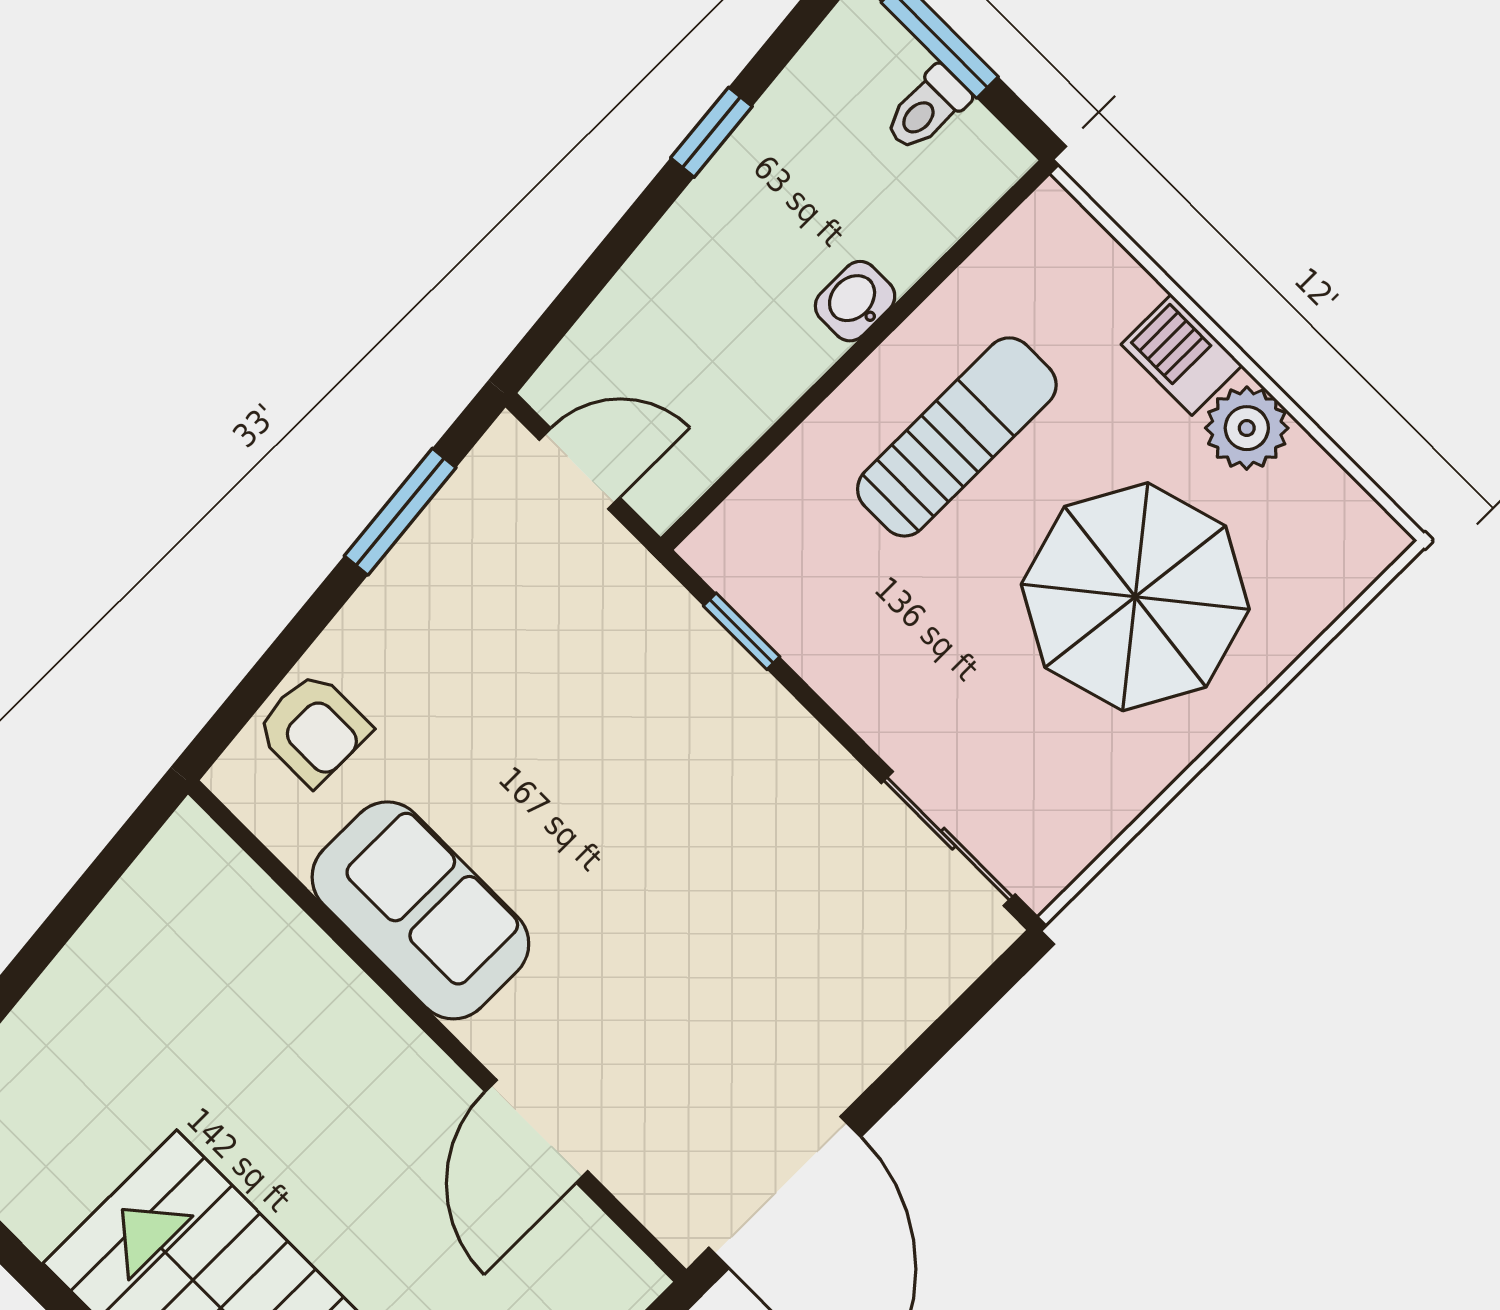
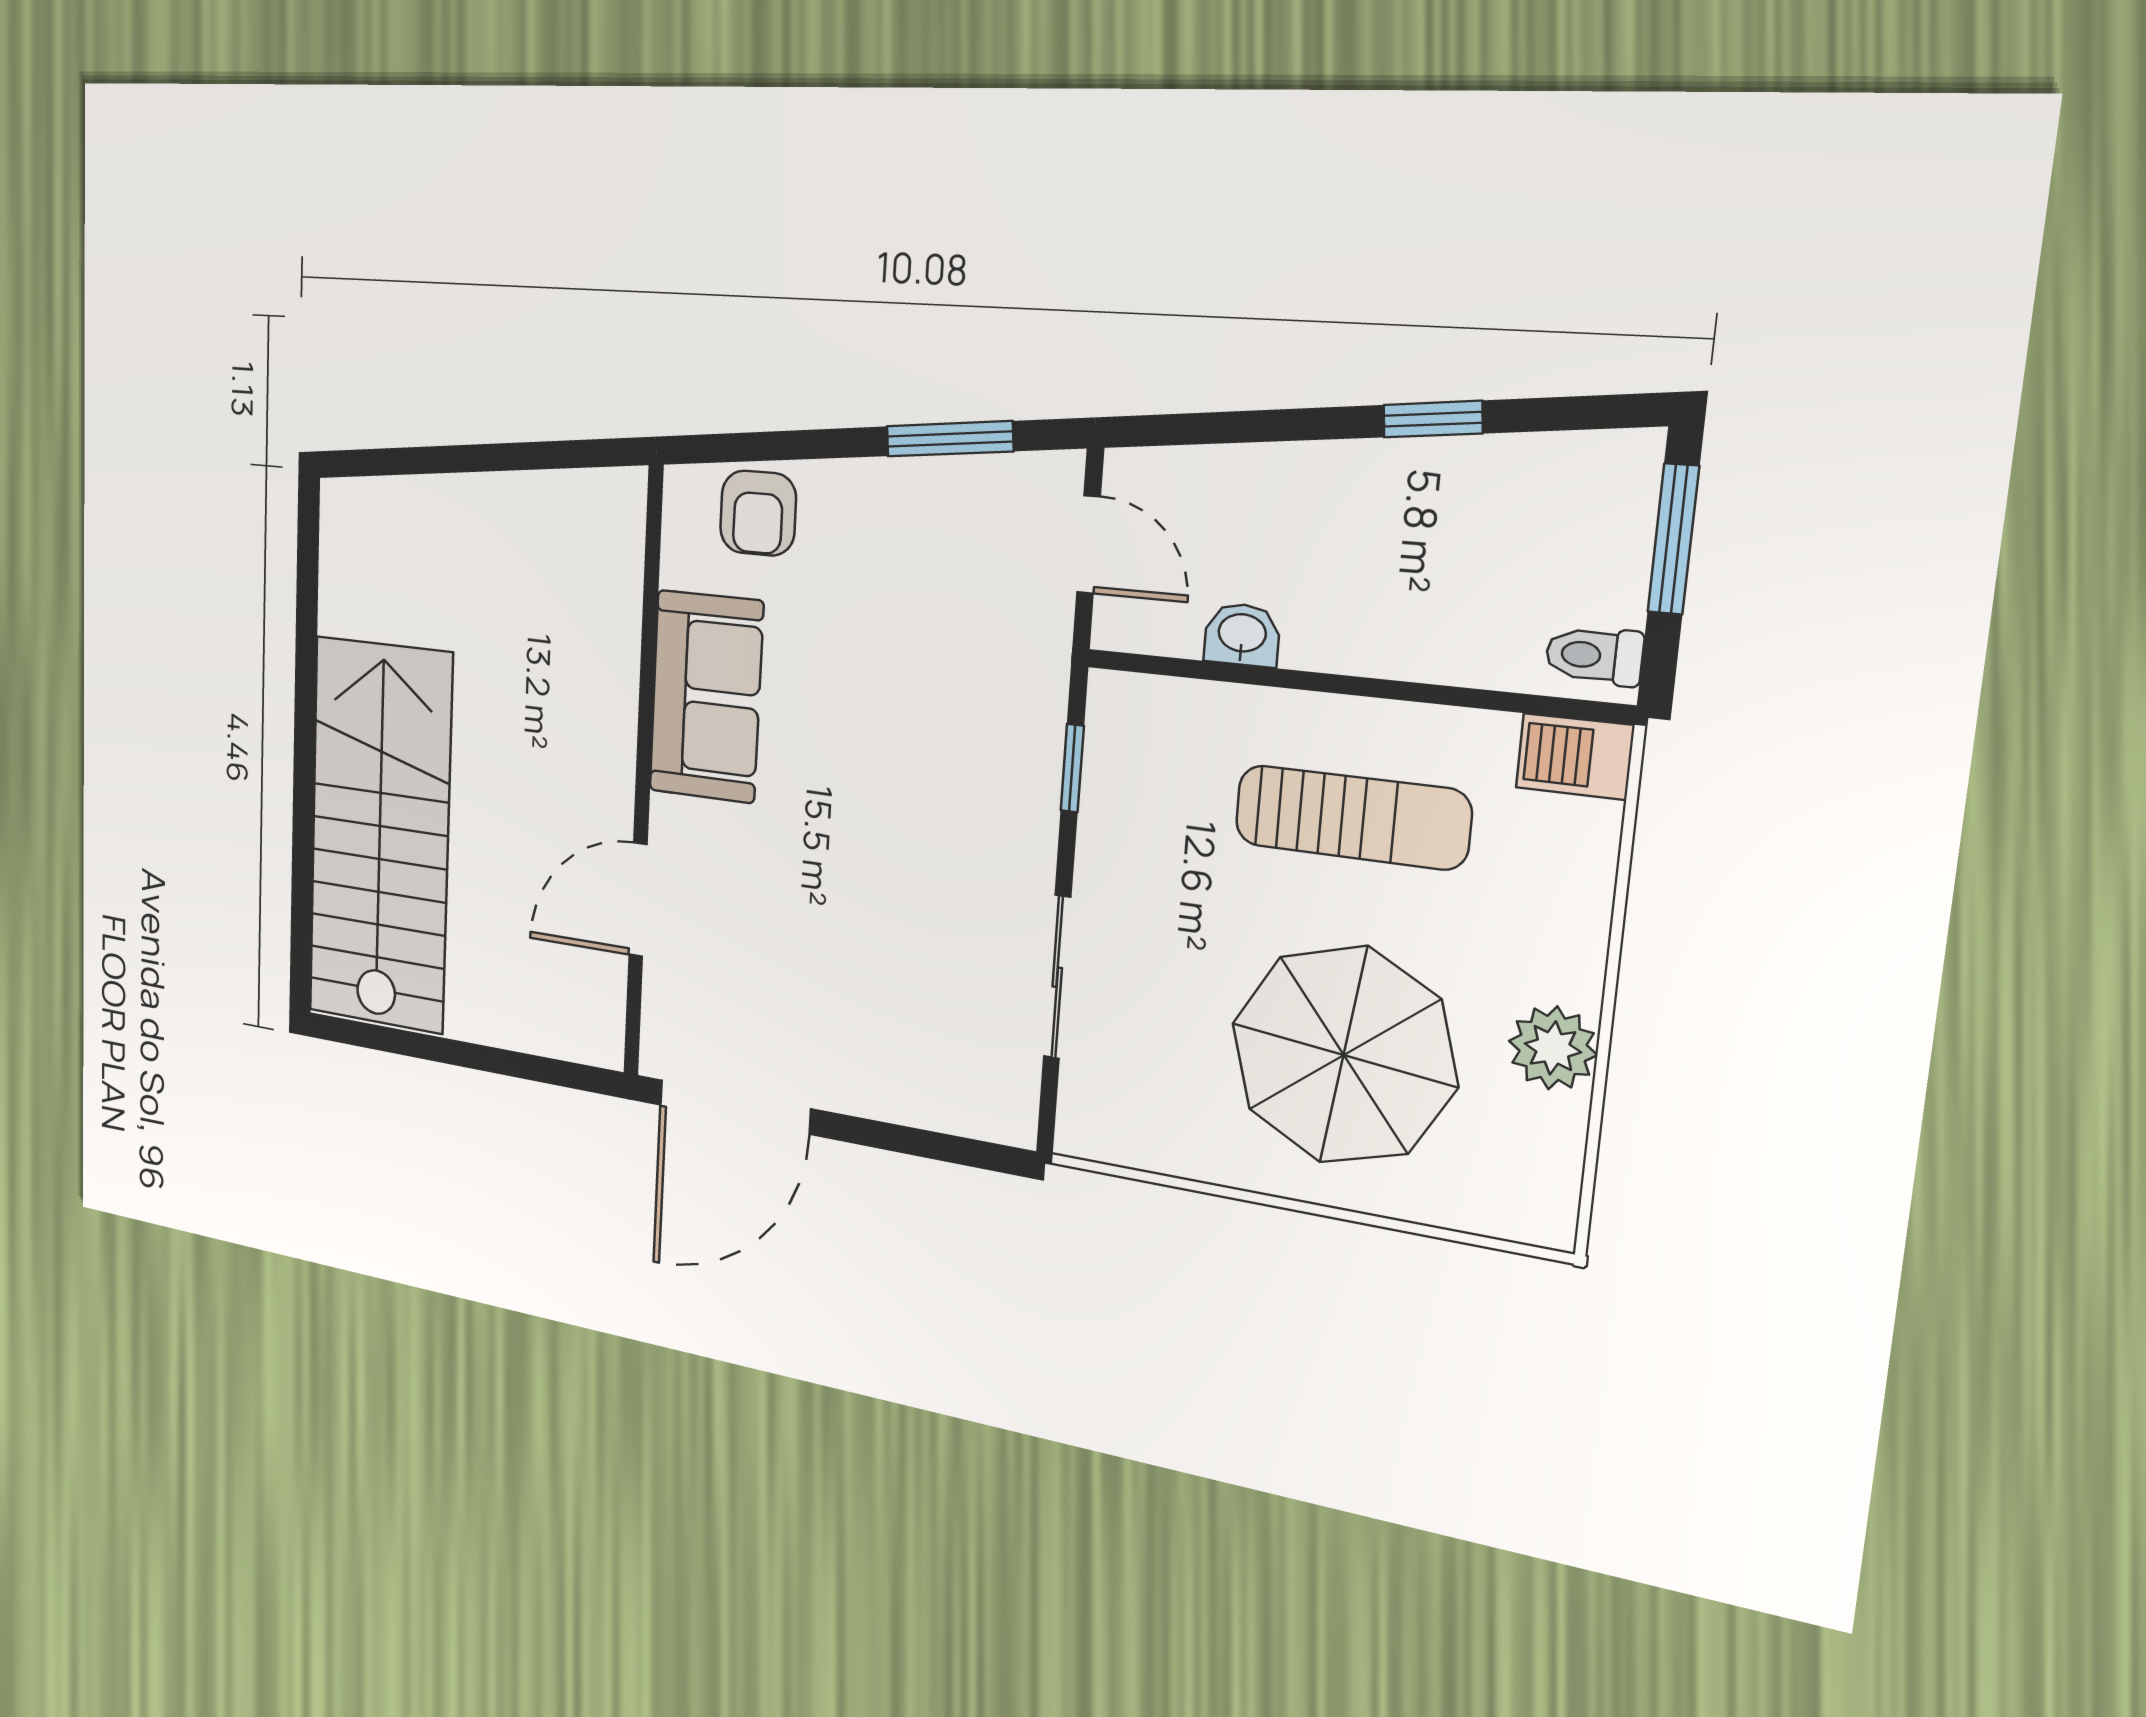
toilet: (927, 109) -> (1594, 656), moved
washbasin: (855, 301) -> (1242, 635), moved
barbecue: (1182, 355) -> (1575, 756), moved, turned -90
sliding door: (948, 839) -> (1057, 977), moved

